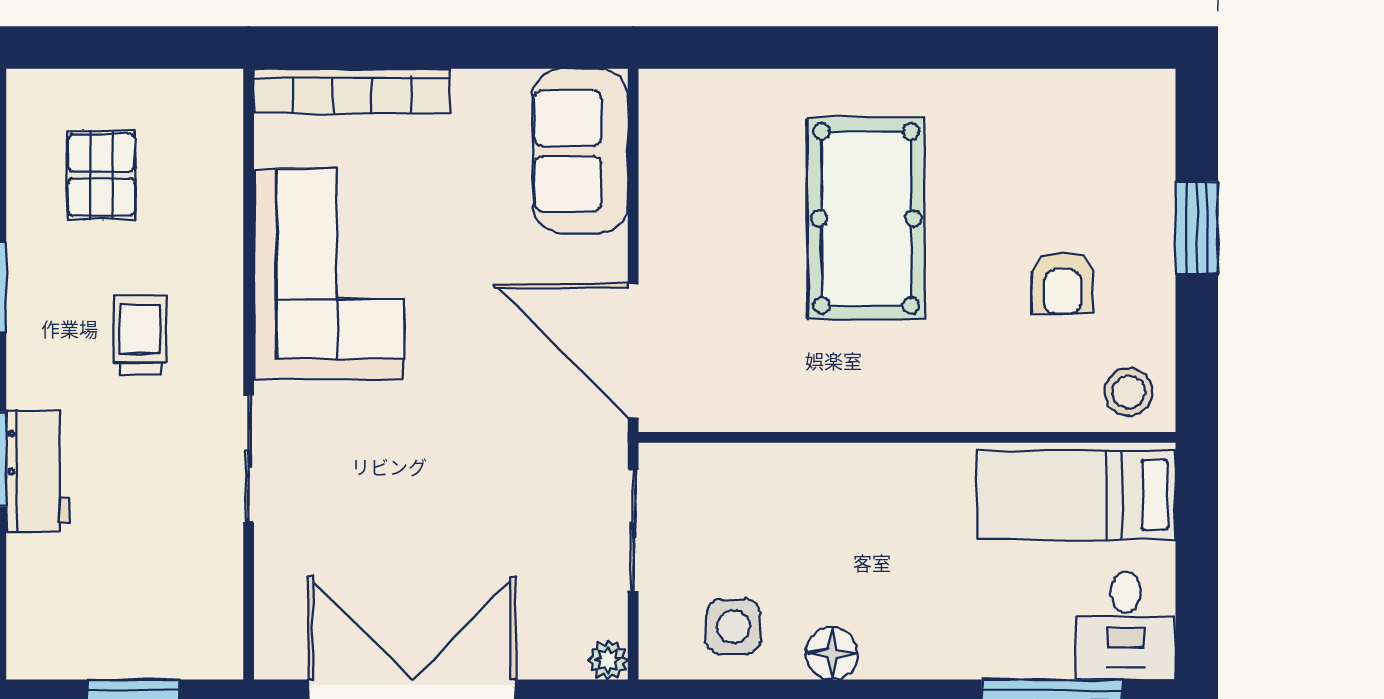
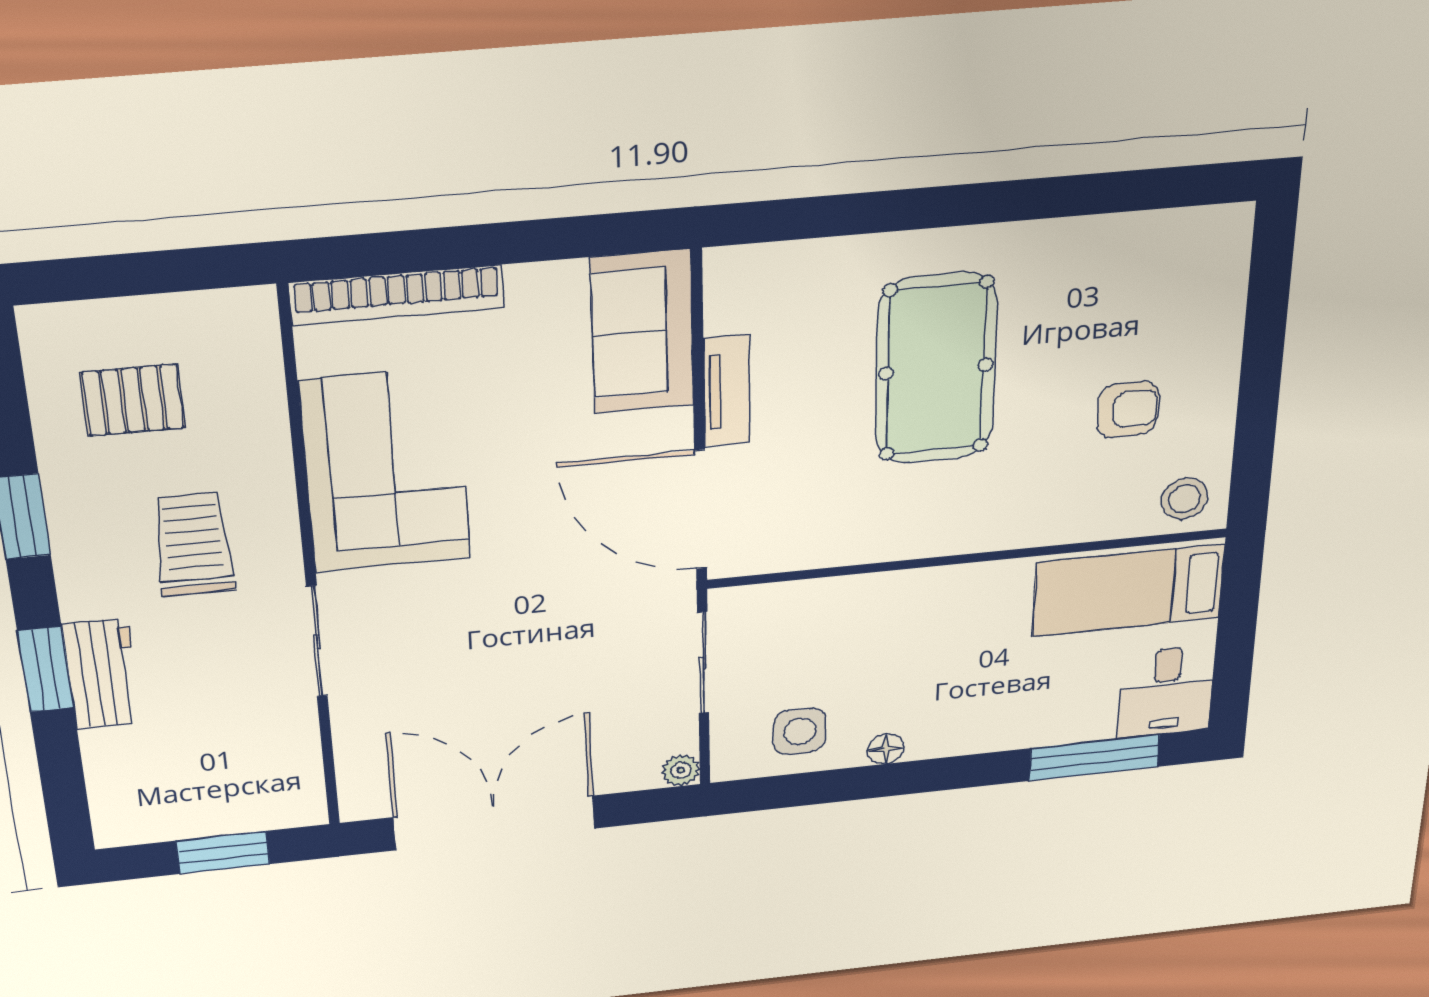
pallet: (101, 175) -> (133, 400), turned 90
tv unit: (661, 221) -> (727, 391), added
window: (1197, 228) -> (1263, 348), removed
armchair: (1063, 283) -> (1128, 410), turned -90
trolley: (140, 335) -> (193, 544), width x1.36, depth x1.39
floor lamp: (832, 653) -> (886, 749), width x0.73, depth x0.73

